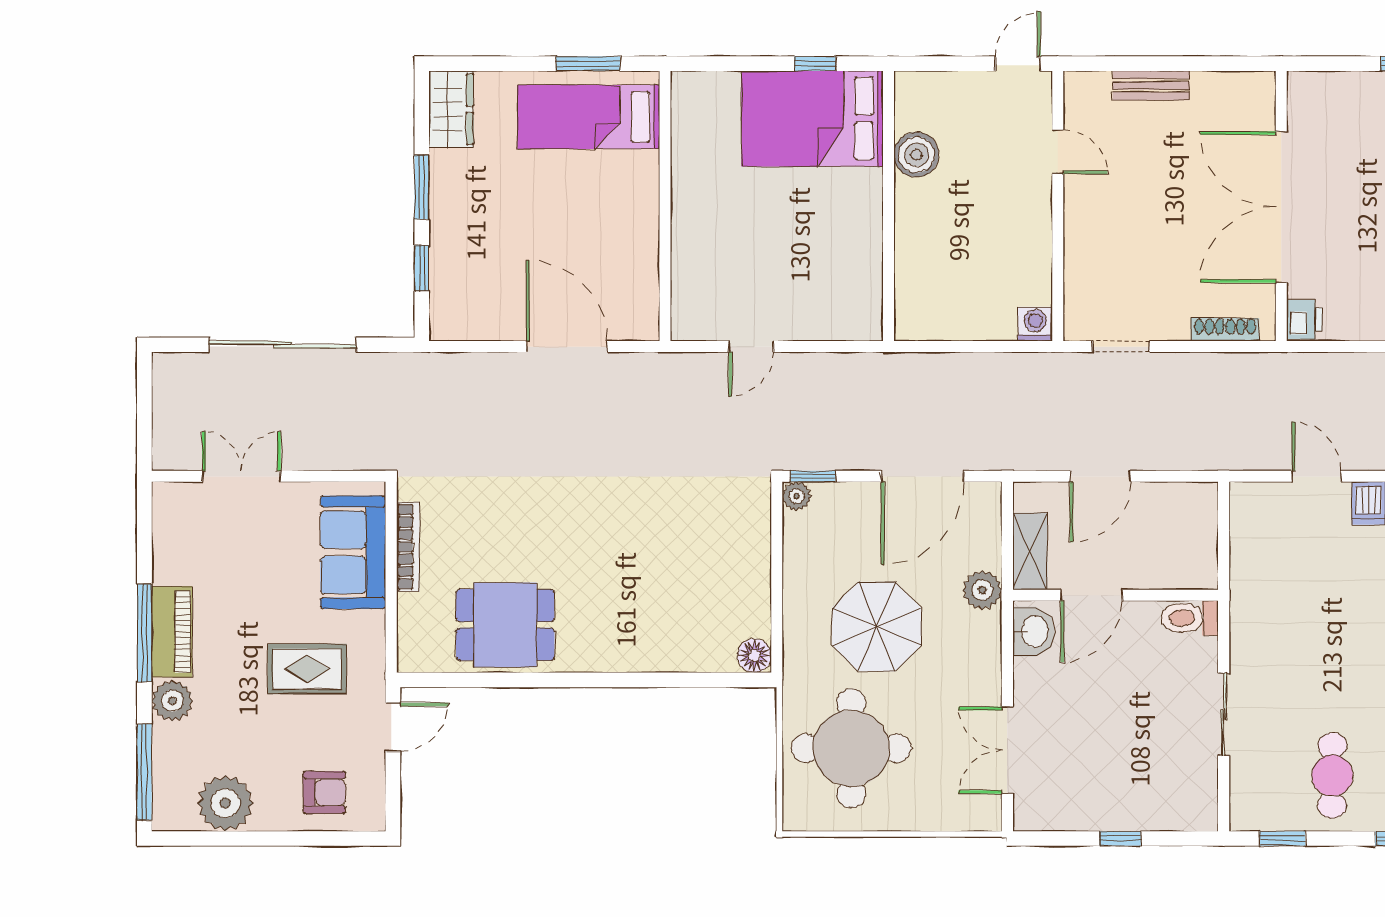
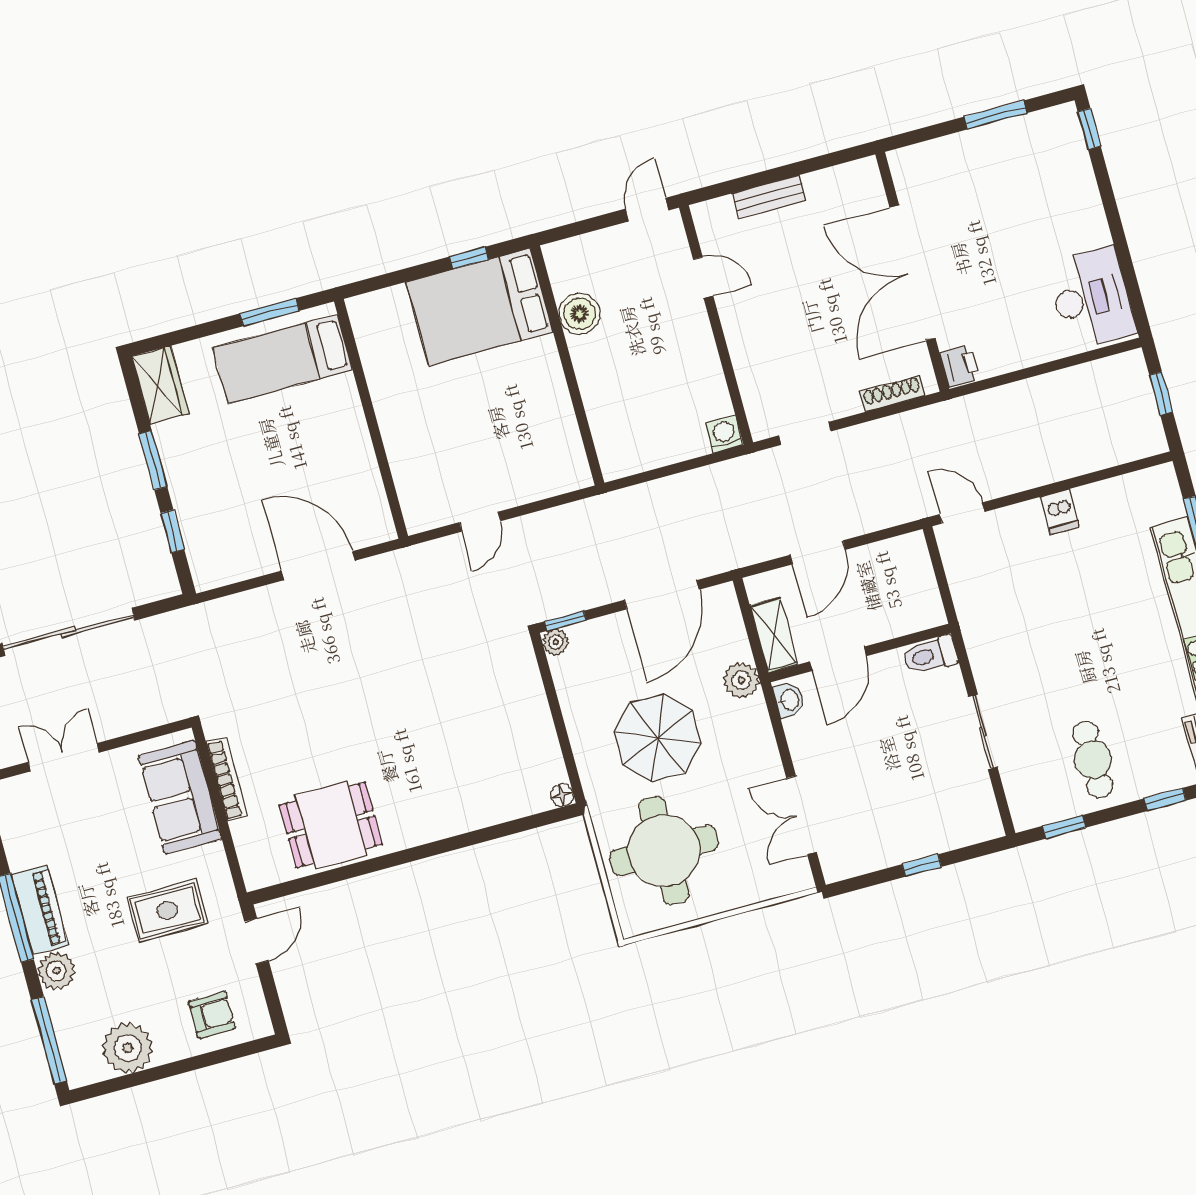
door: (1316, 476) -> (962, 513), moved
washbasin: (1034, 632) -> (789, 700), width x0.72, depth x0.69
floor lamp: (754, 656) -> (562, 795), width x0.73, depth x0.73

